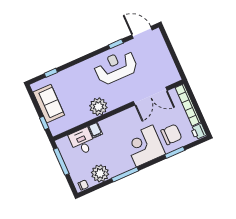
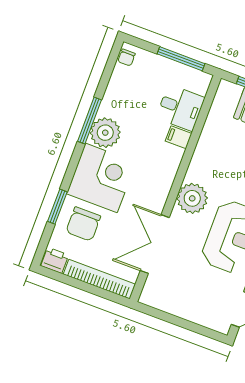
plant: (98, 107) -> (192, 198), moved
plant: (100, 173) -> (105, 133), moved

